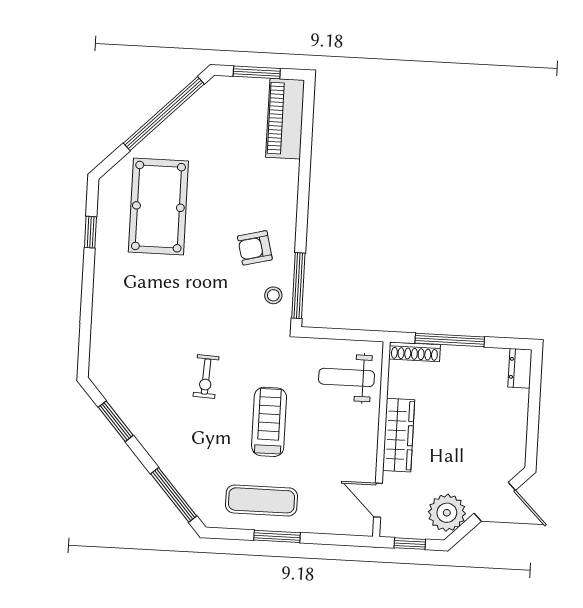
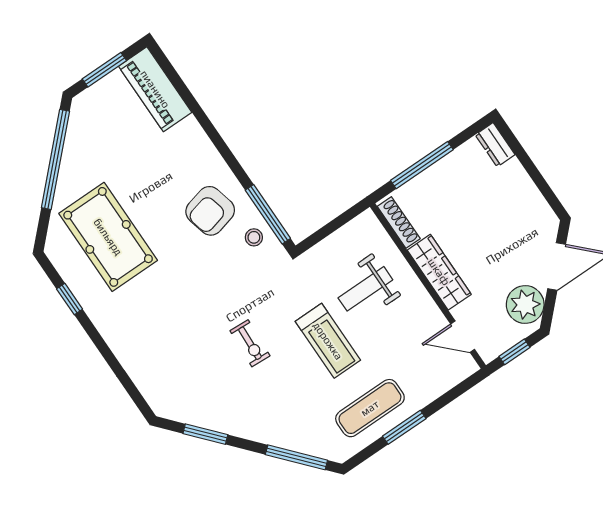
armchair: (255, 248) -> (210, 211), width x1.38, depth x1.38
shoe rack: (415, 352) -> (399, 222), moved, turned -90
weight bench: (347, 377) -> (365, 289), moved
treadmill: (269, 422) -> (328, 341), turned 180

